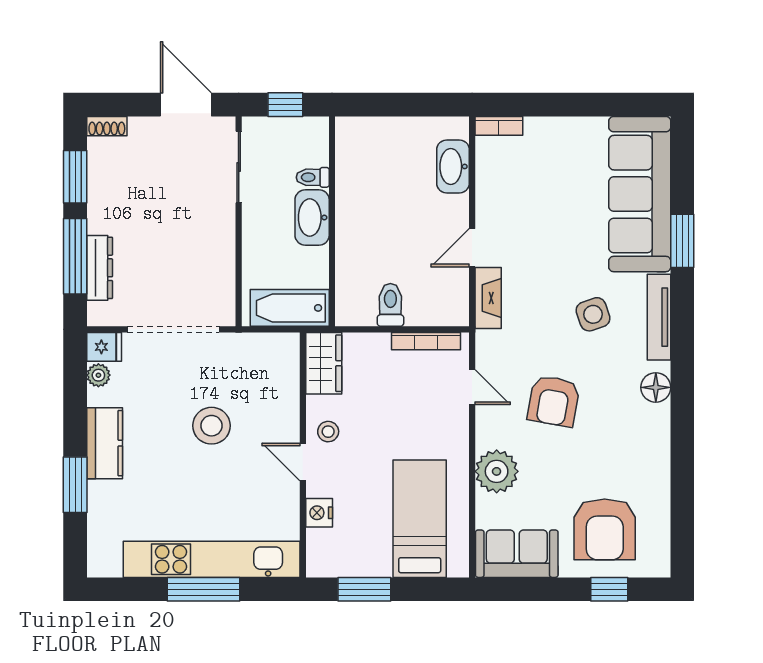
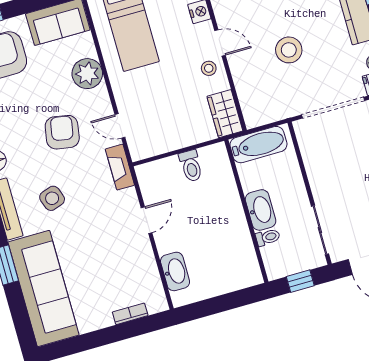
bookcase: (499, 126) -> (130, 314), moved
fireplace: (488, 298) -> (120, 167), moved
bookcase: (426, 341) -> (160, 148), removed

